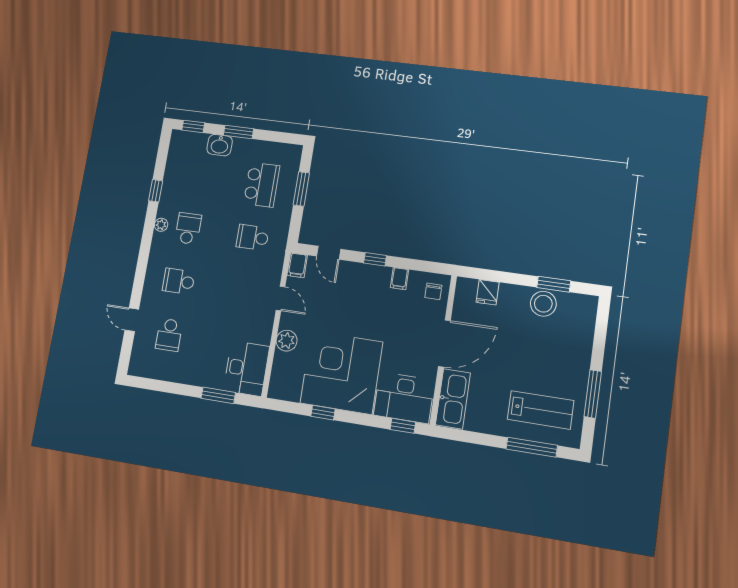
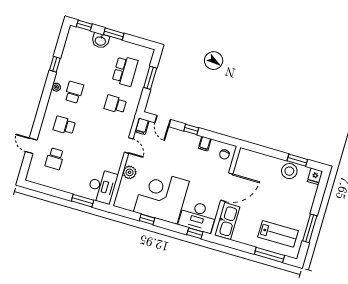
fridge: (488, 292) -> (315, 176), moved

